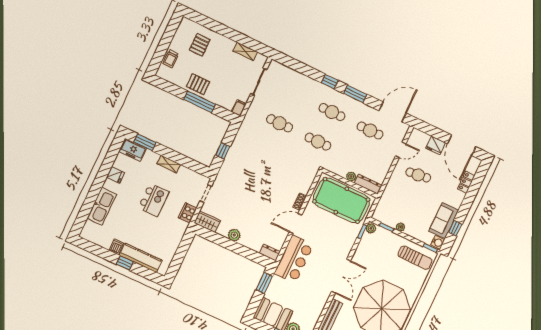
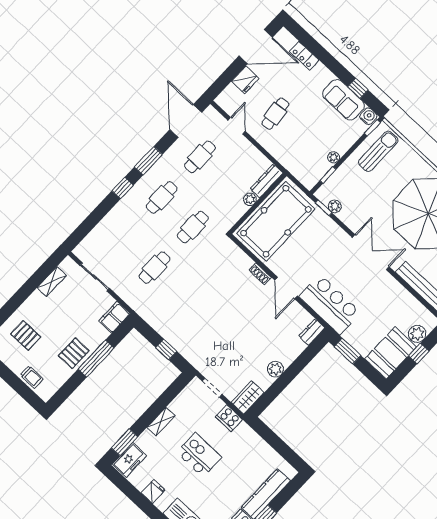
filing cabinet: (239, 108) -> (114, 317), width x2.00
plant: (371, 228) -> (335, 206), moved

